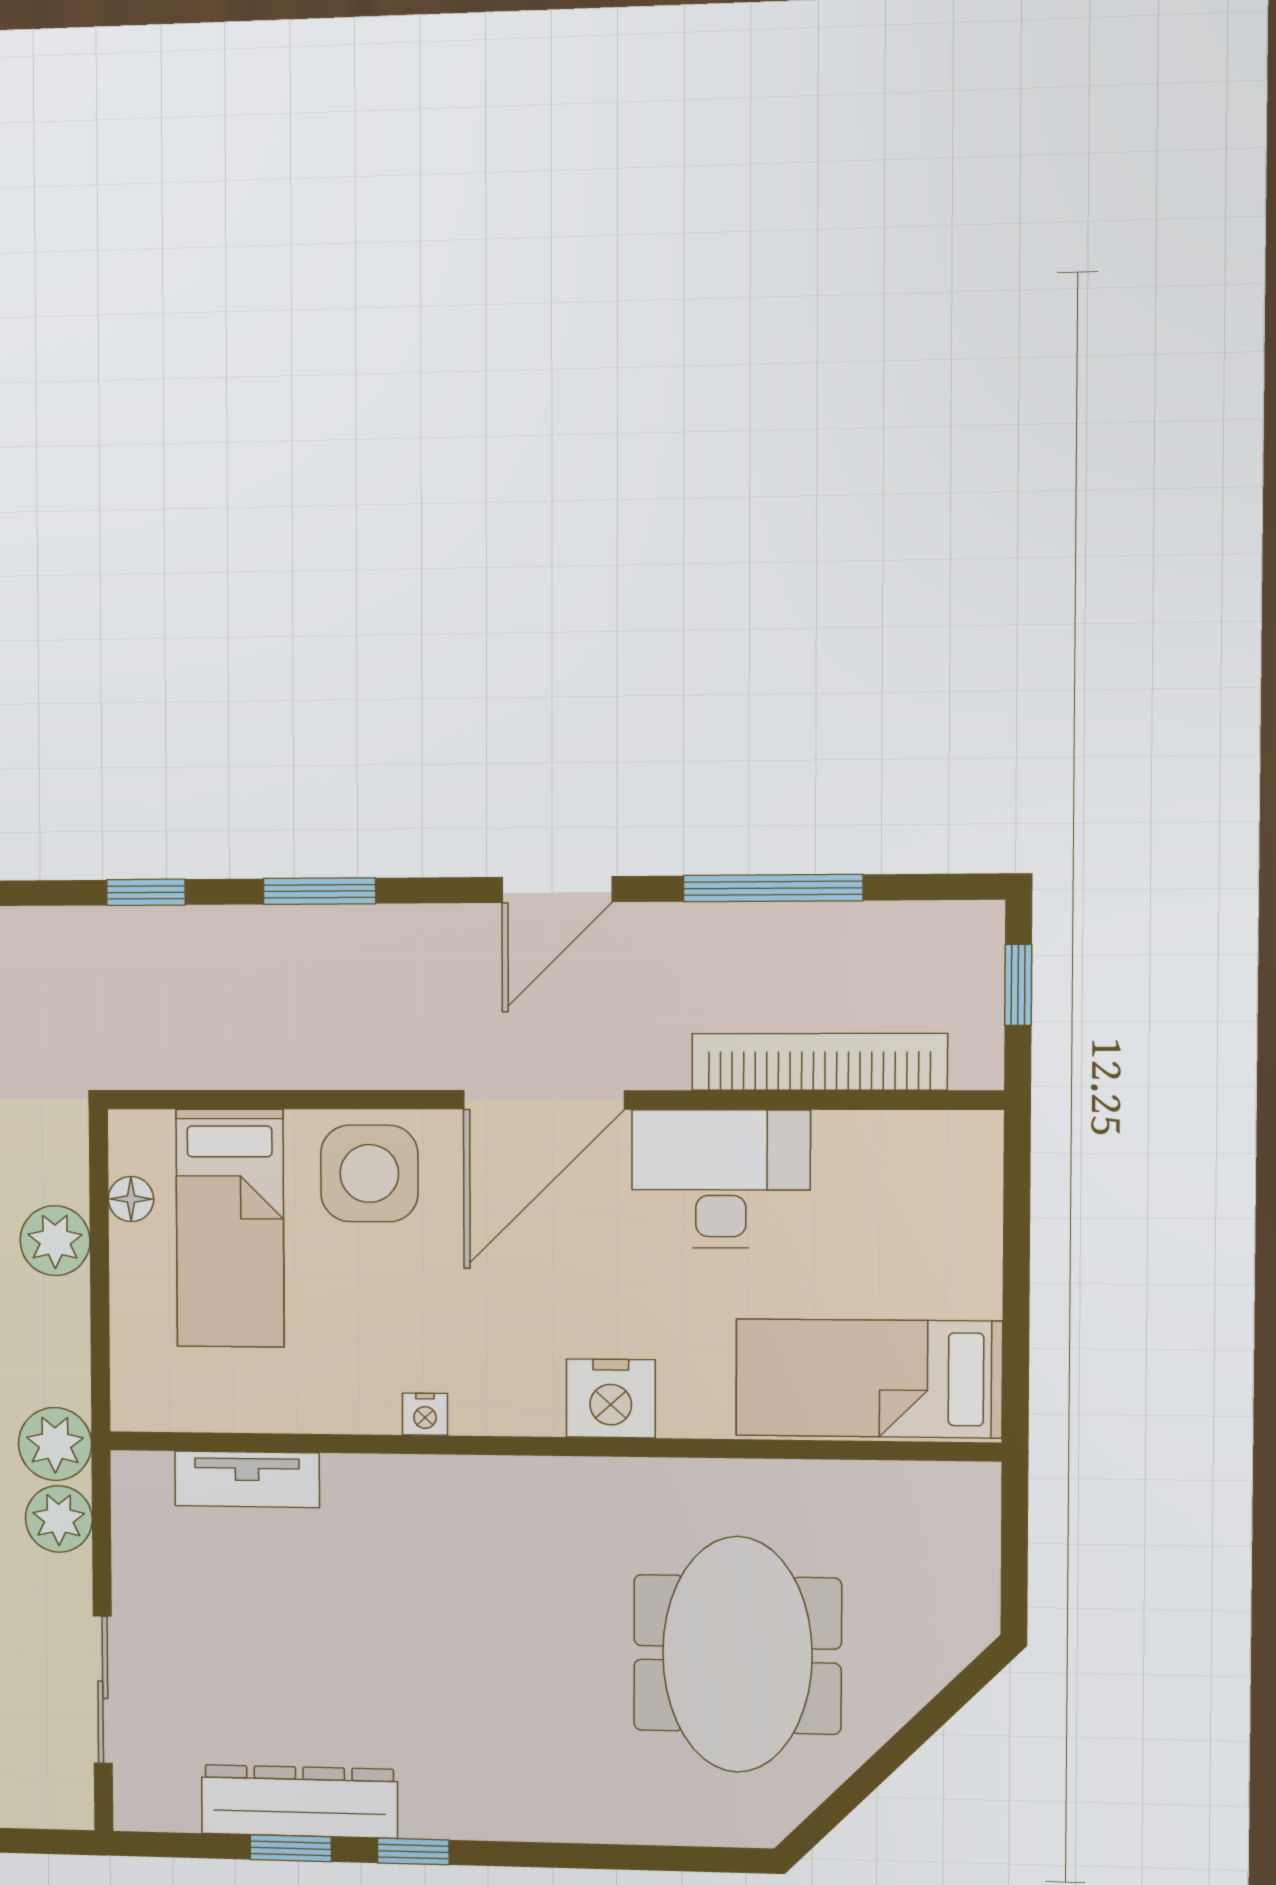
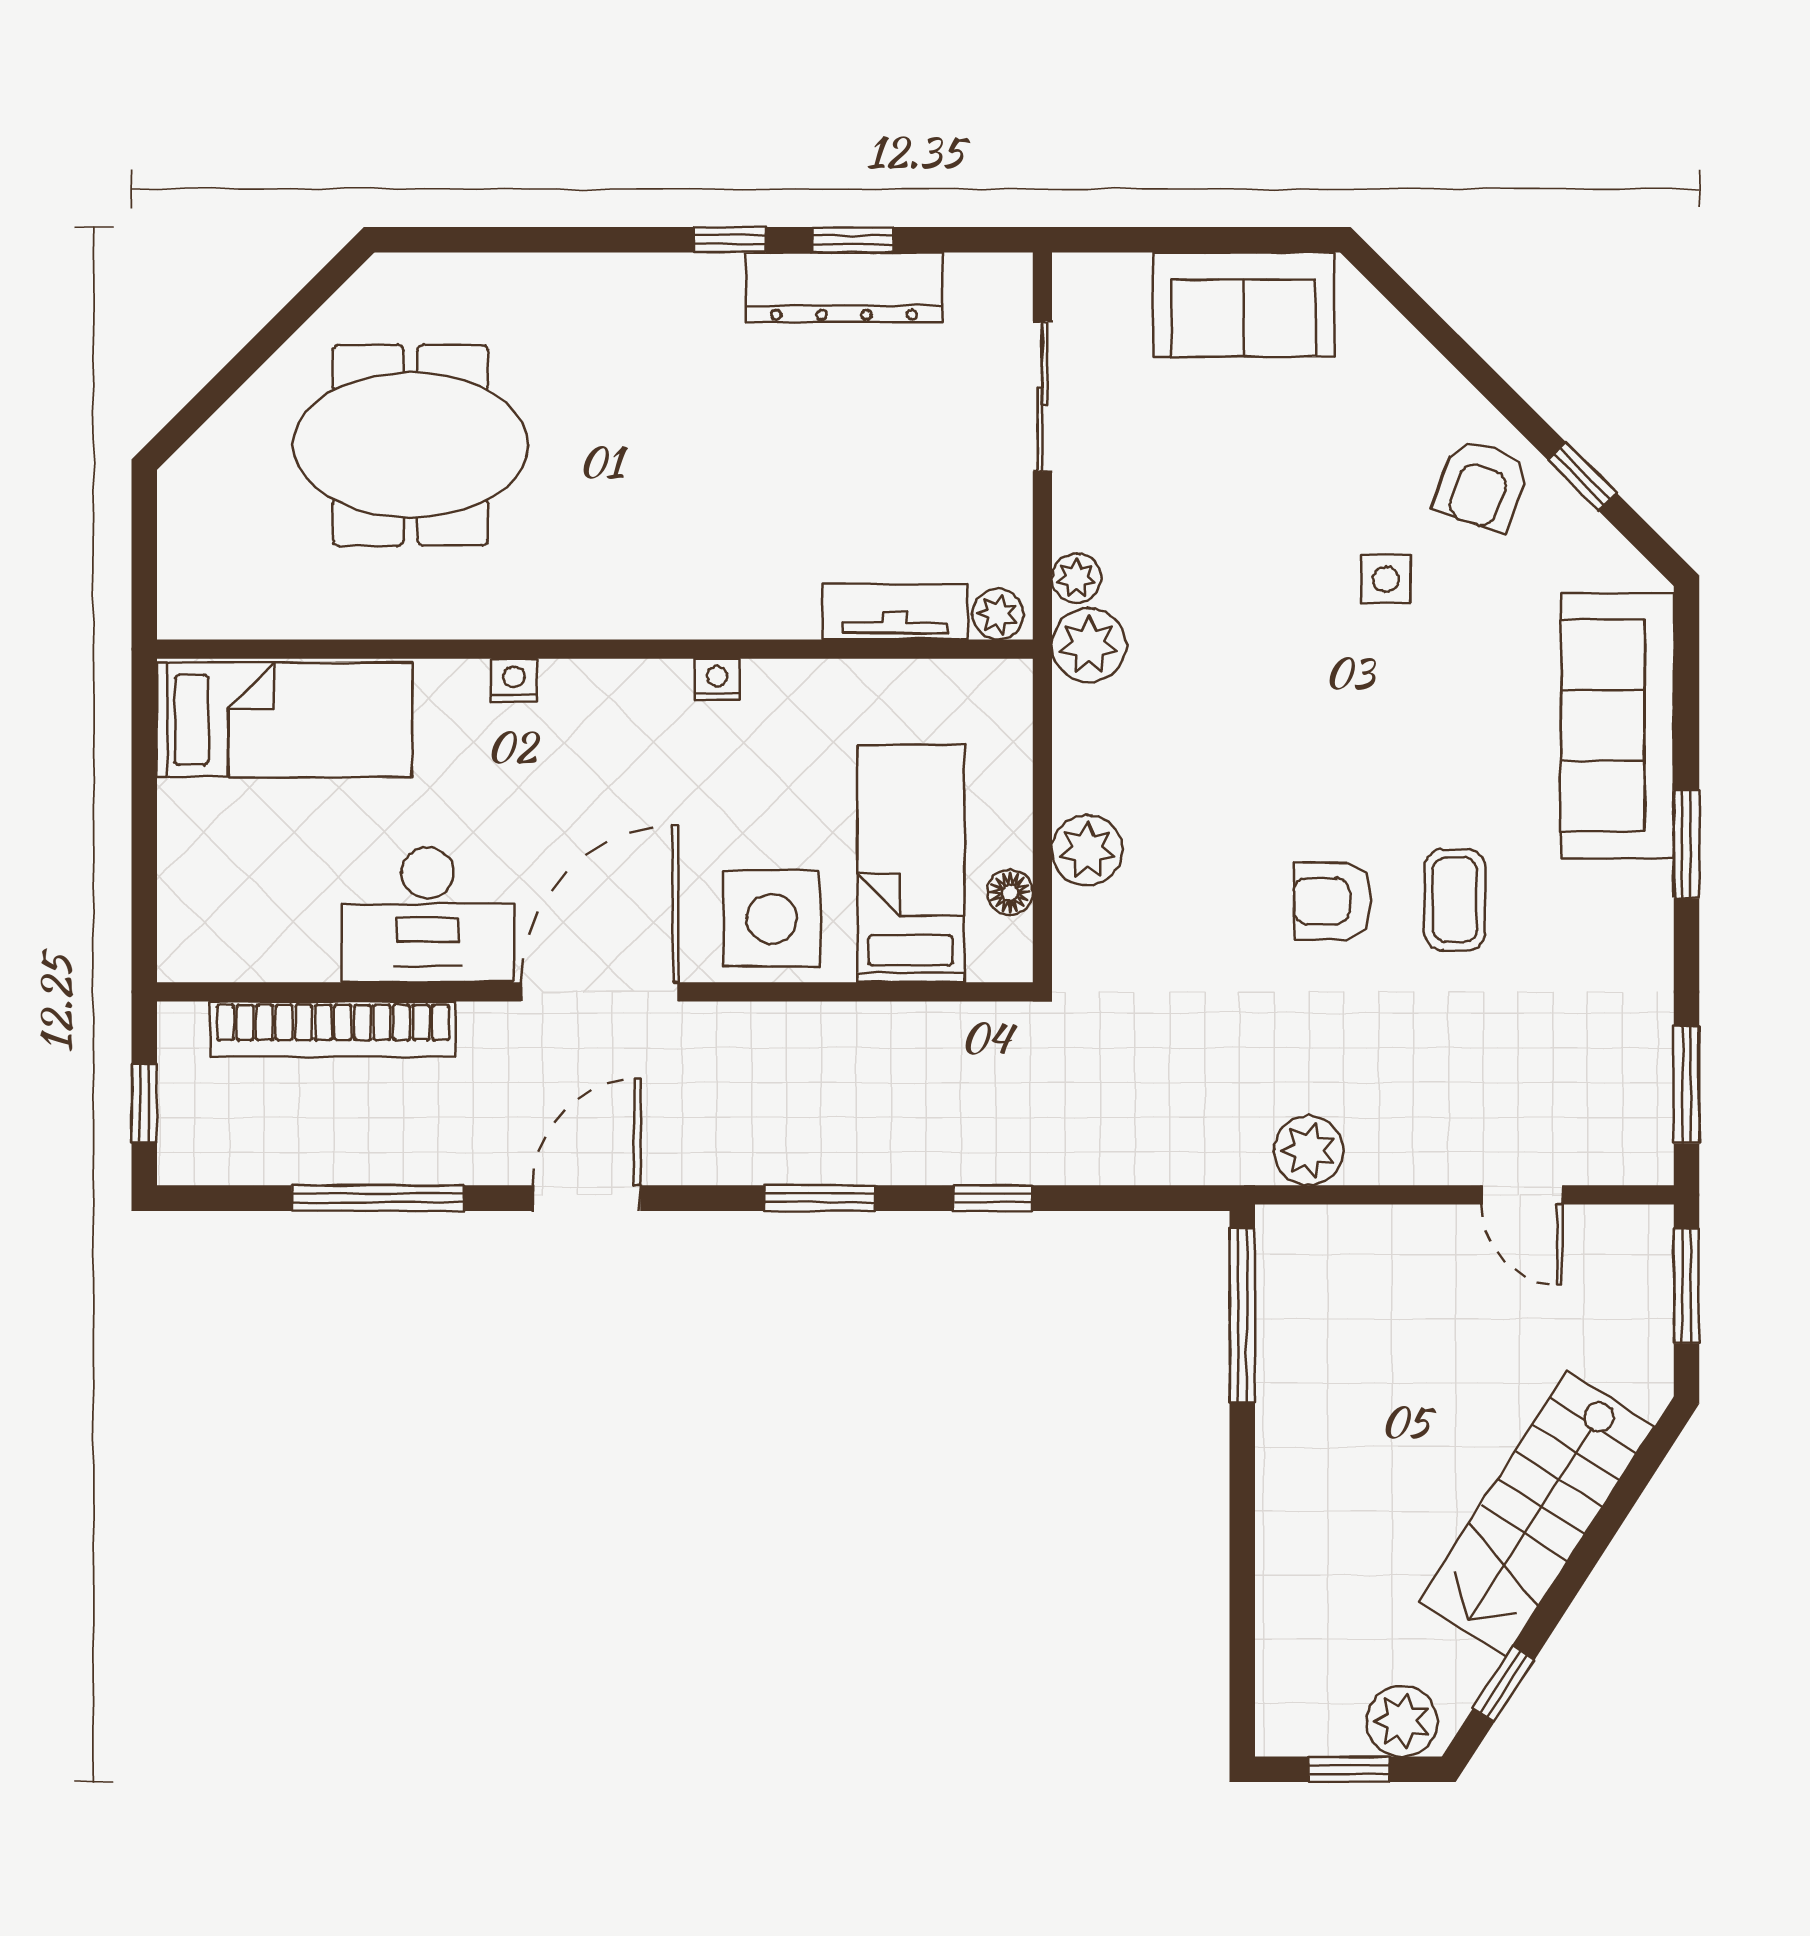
nightstand: (611, 1398) -> (514, 680), width x0.53, depth x0.56
plant: (145, 1476) -> (998, 614), added
plant: (59, 1519) -> (1076, 578), width x0.73, depth x0.73
meeting table: (737, 1654) -> (411, 445), turned 90

